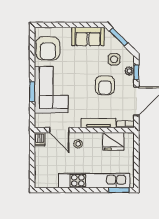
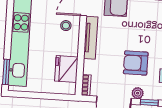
plant: (129, 71) -> (138, 93), moved
tv unit: (99, 123) -> (91, 38), moved

